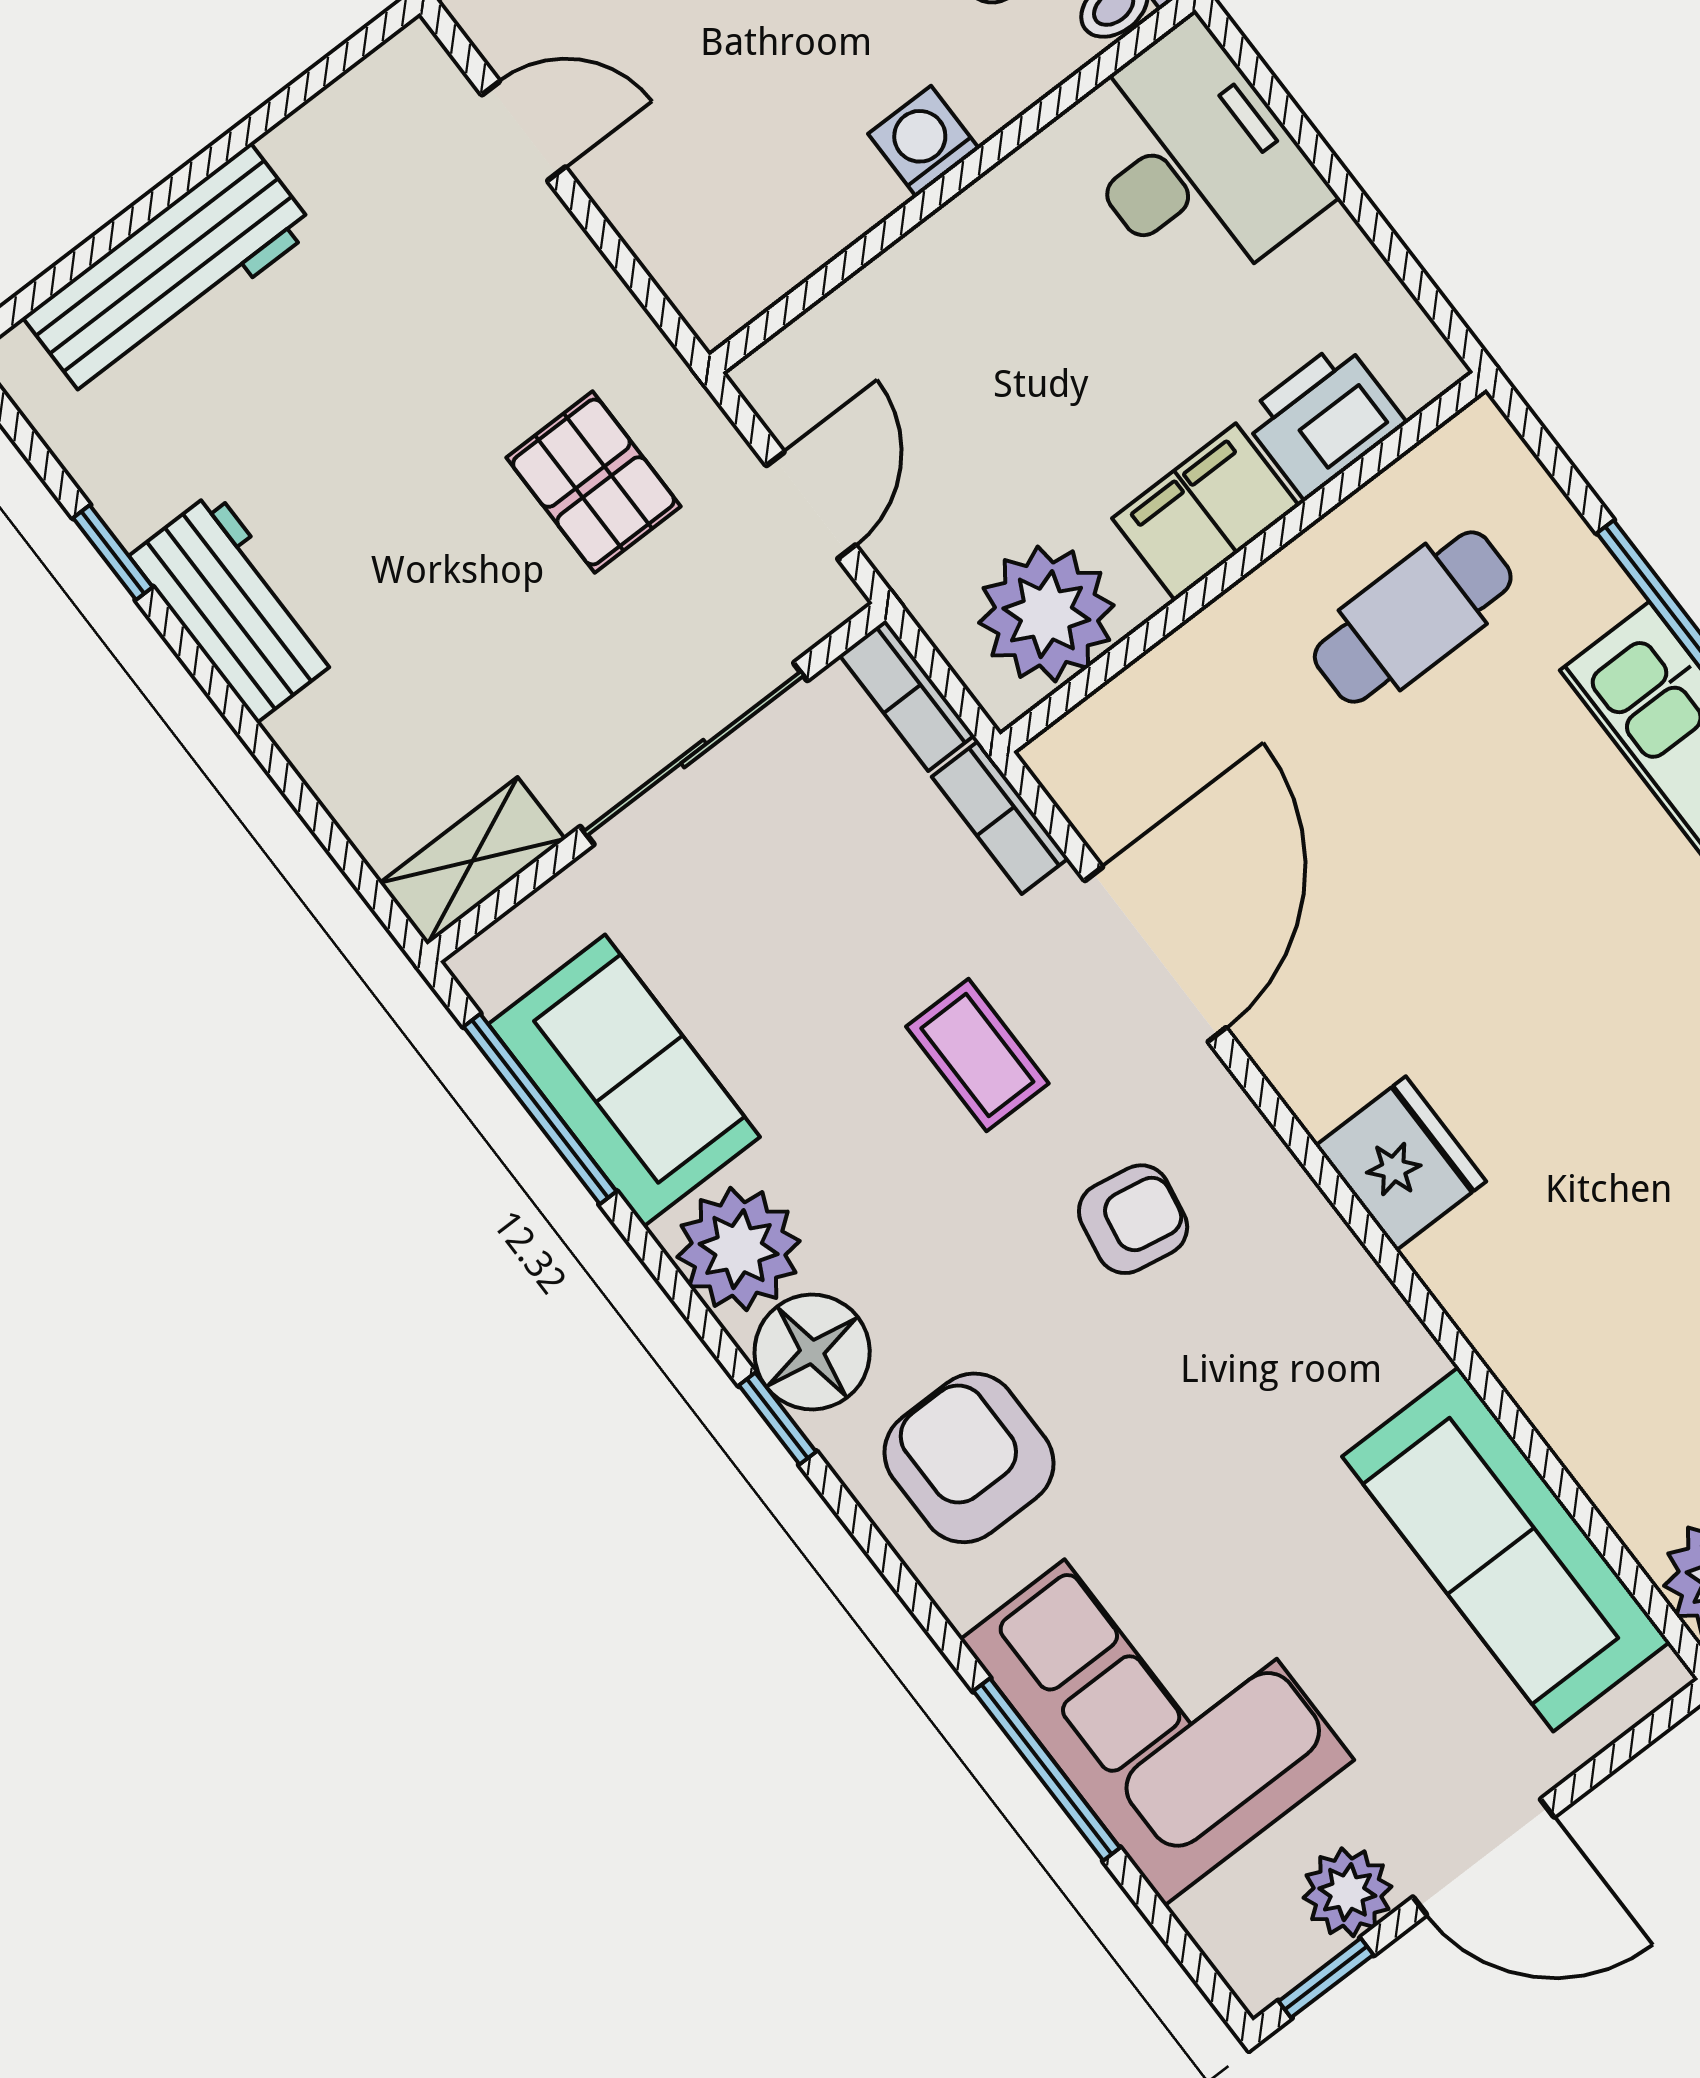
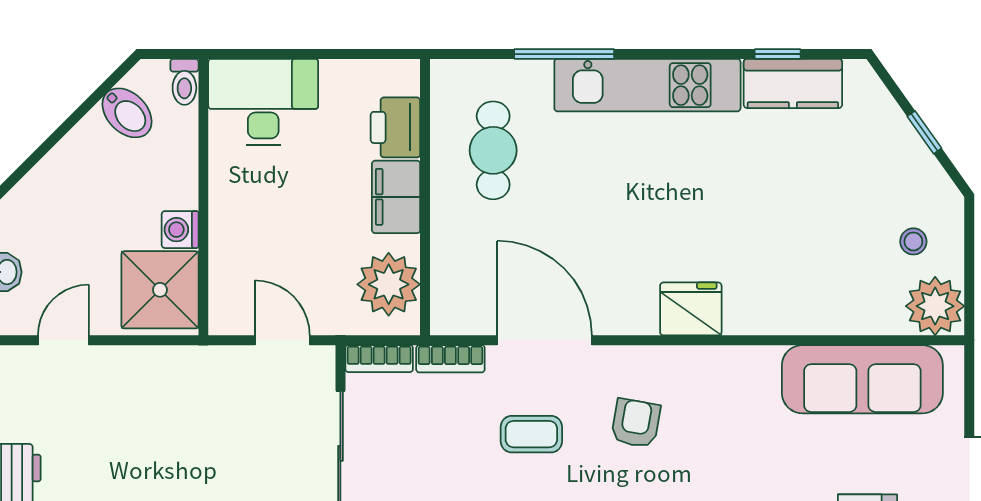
washing machine: (924, 141) -> (180, 230), moved
shower: (737, 230) -> (160, 290), added
pallet: (594, 482) -> (212, 414), removed

